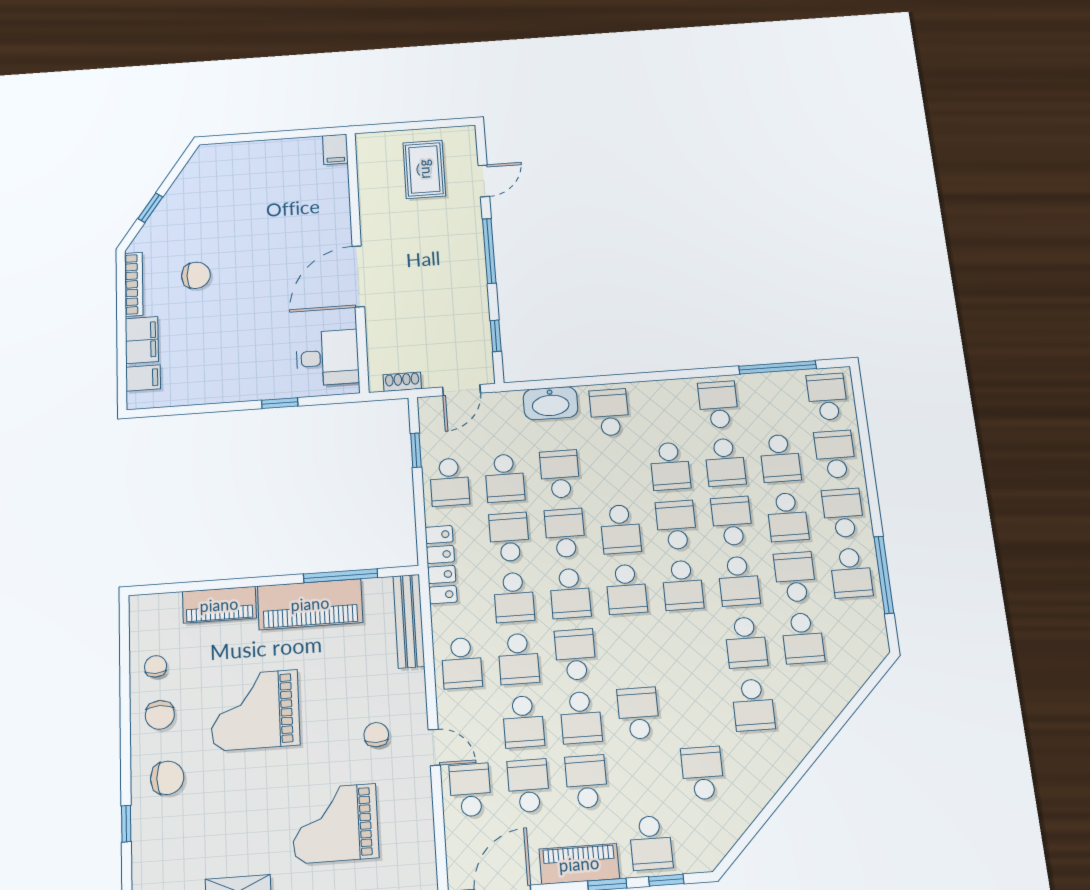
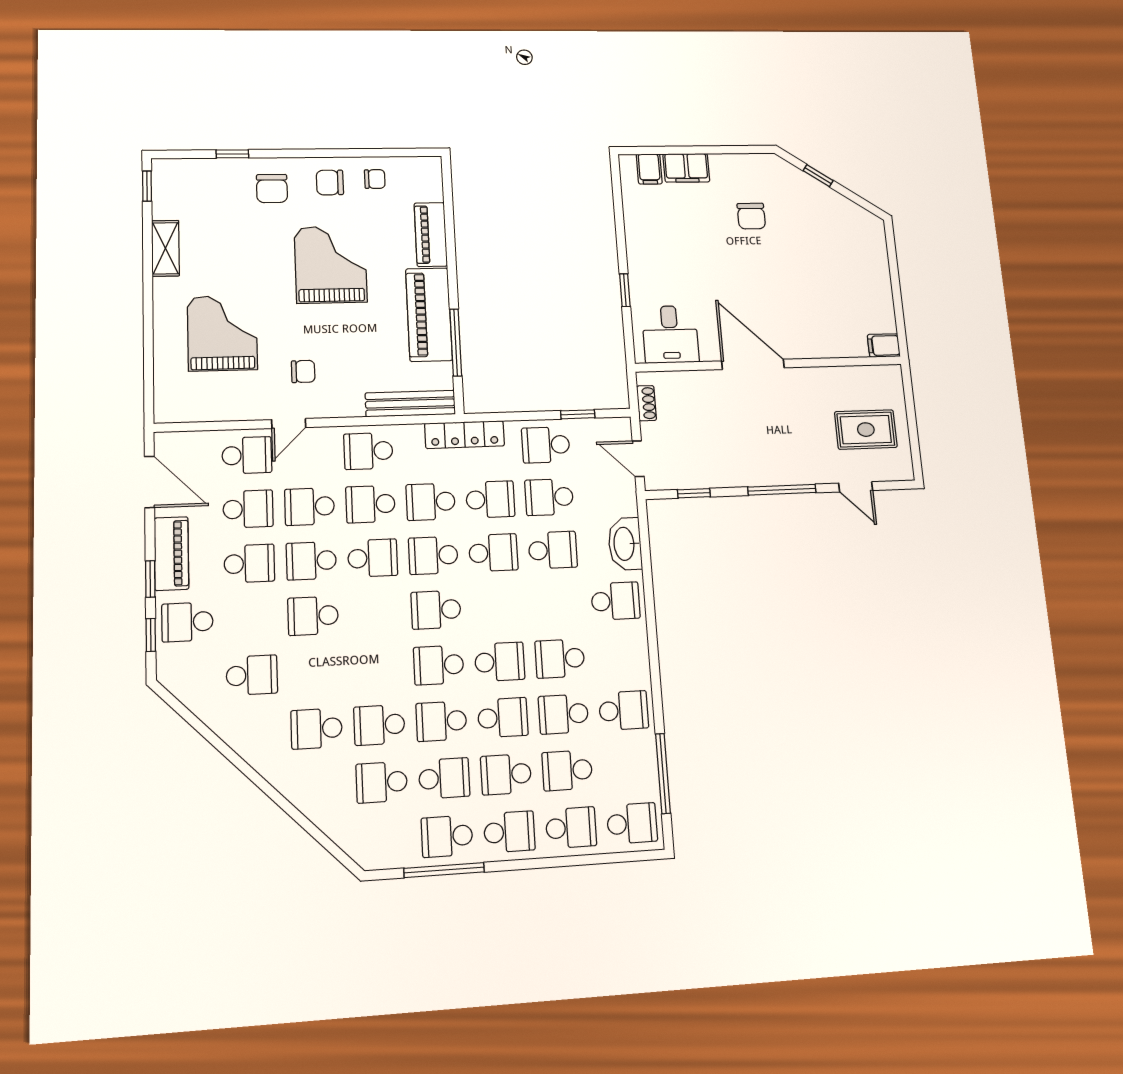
bookcase: (134, 284) -> (741, 161), removed
school desk: (621, 529) -> (496, 607), removed
school desk: (638, 713) -> (313, 616), turned 180

